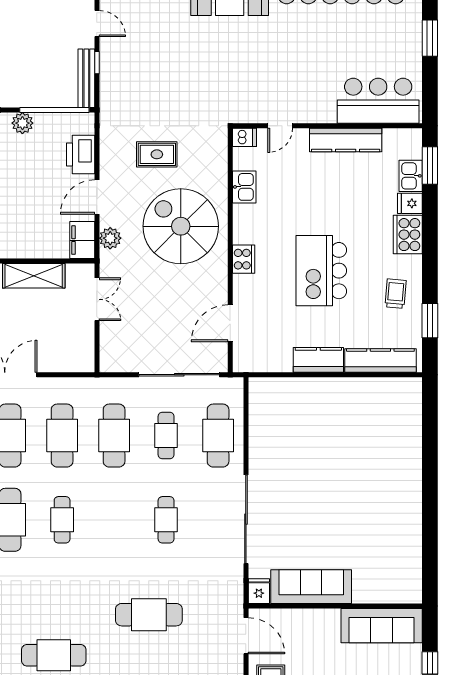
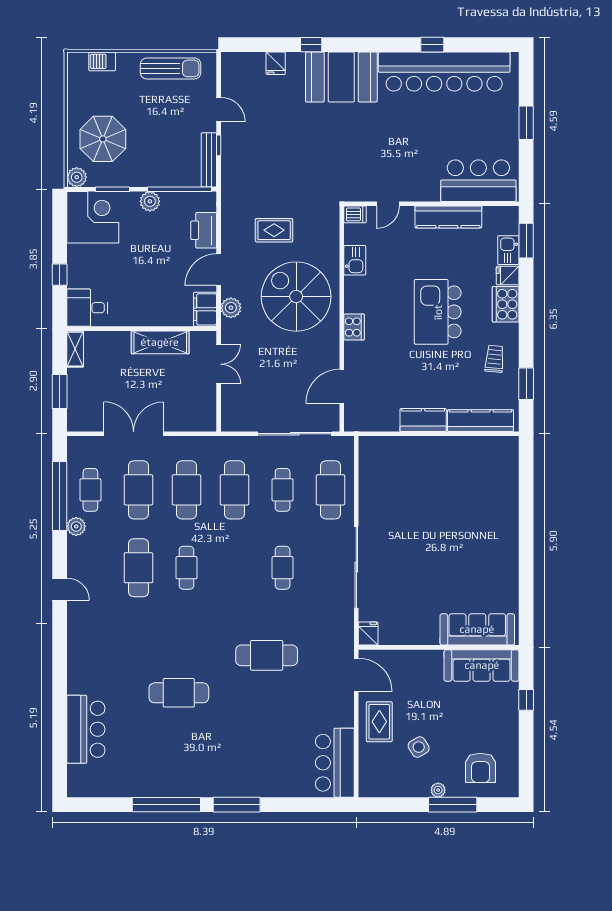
kitchen island: (321, 271) -> (438, 312), moved
sofa: (311, 587) -> (477, 629), moved

